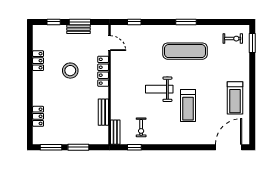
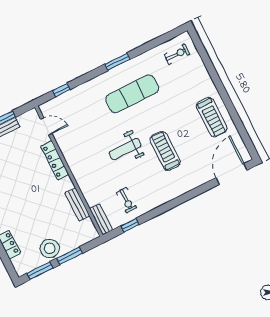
window: (252, 43) -> (200, 48), removed
stool: (70, 71) -> (50, 248), moved
treadmill: (188, 105) -> (165, 151), turned 180

